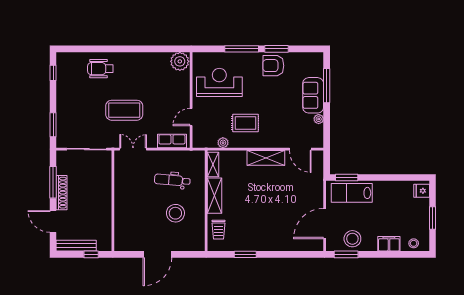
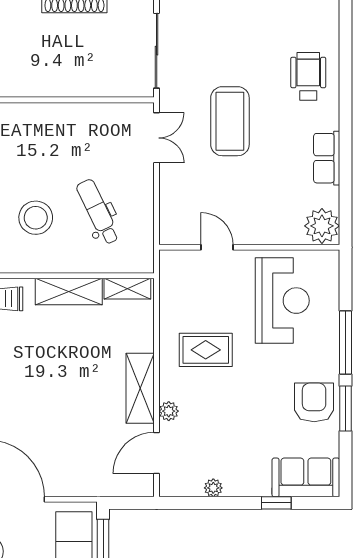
window: (327, 86) -> (276, 503), width x0.46
sofa: (313, 95) -> (306, 477), moved
rug: (245, 123) -> (206, 350), turned 90
row of seats: (172, 141) -> (327, 158), moved, turned 180
plant: (223, 143) -> (169, 411), moved
dental chair: (172, 180) -> (98, 212), turned -31

